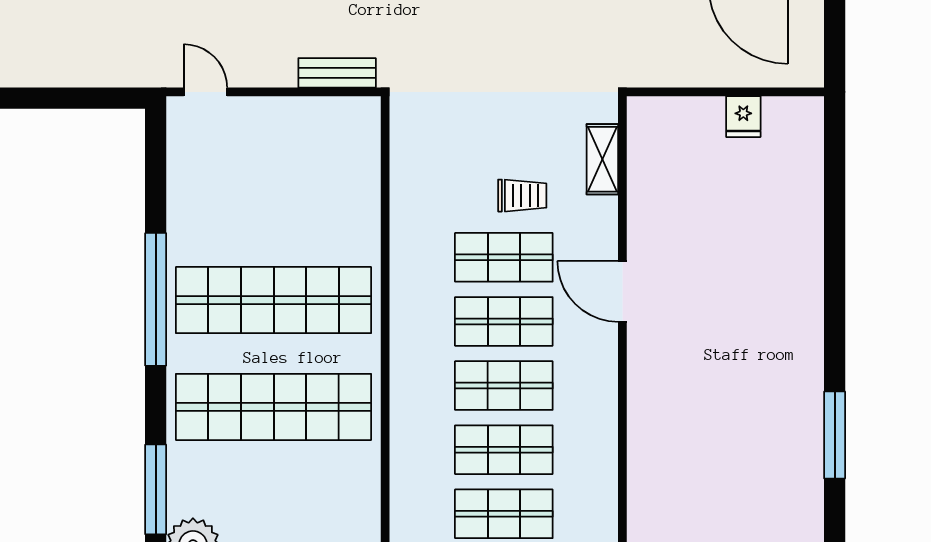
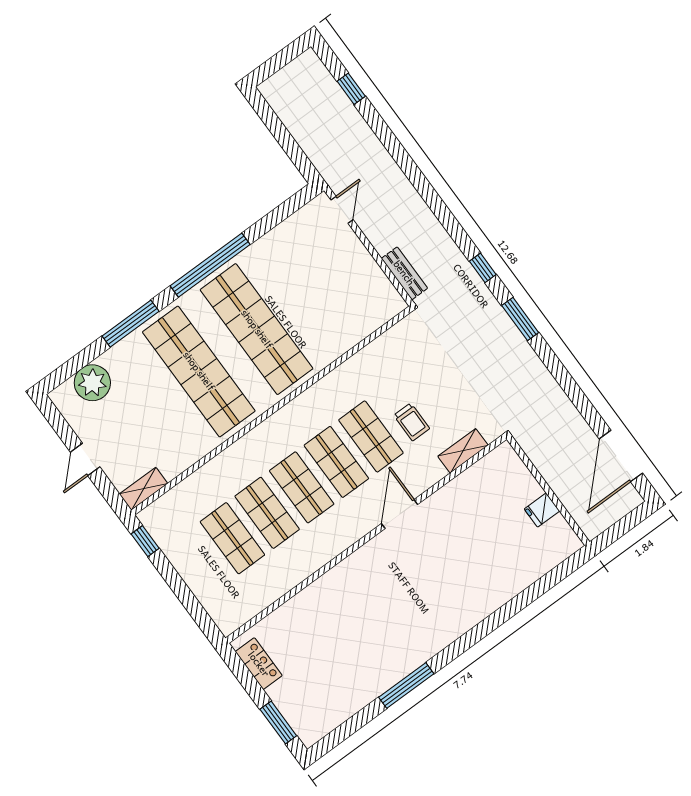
window: (156, 489) -> (131, 324), moved

